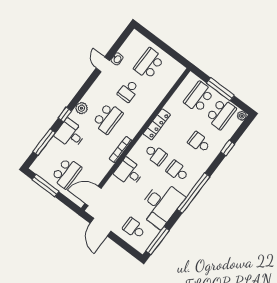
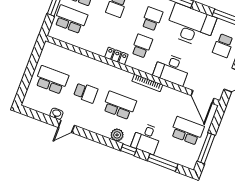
school desk: (149, 64) -> (52, 80), turned 180
school desk: (199, 97) -> (71, 19), turned 180
locker: (157, 124) -> (116, 56), width x0.66
school desk: (177, 171) -> (152, 19), turned 180
desk: (129, 172) -> (172, 69), width x1.37

